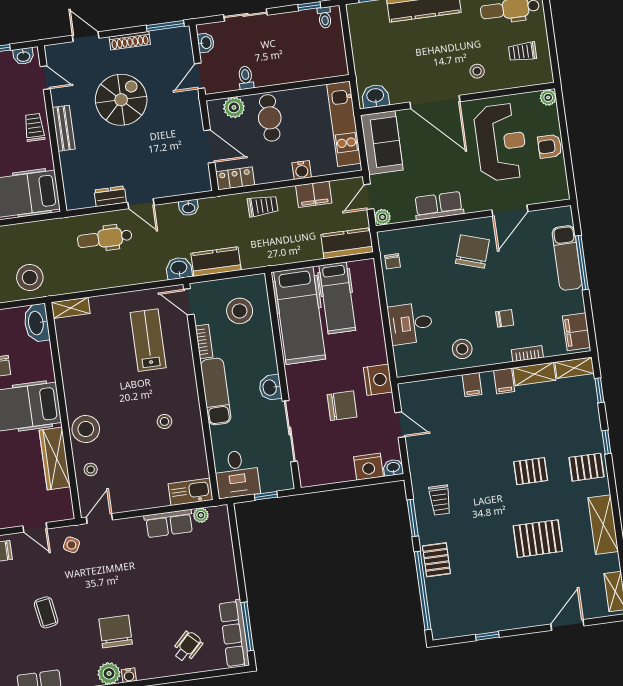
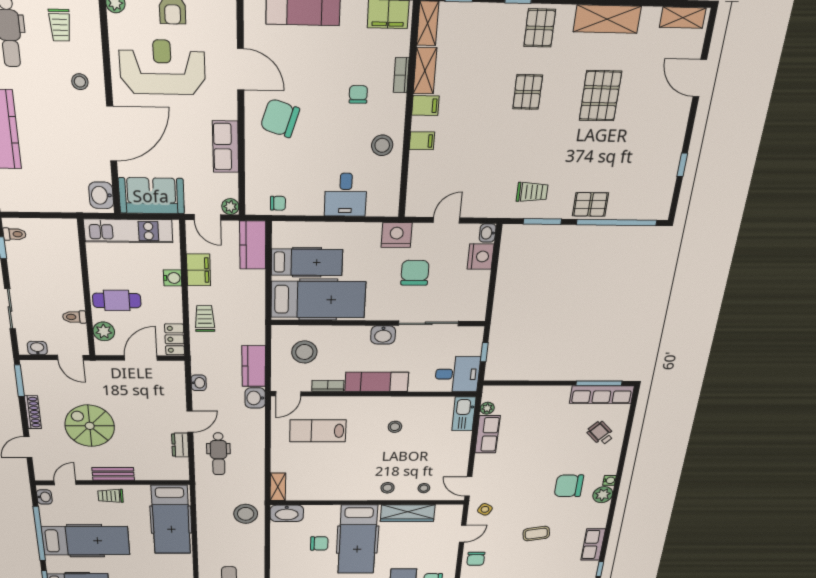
stool: (86, 429) -> (388, 488), width x0.53, depth x0.53

